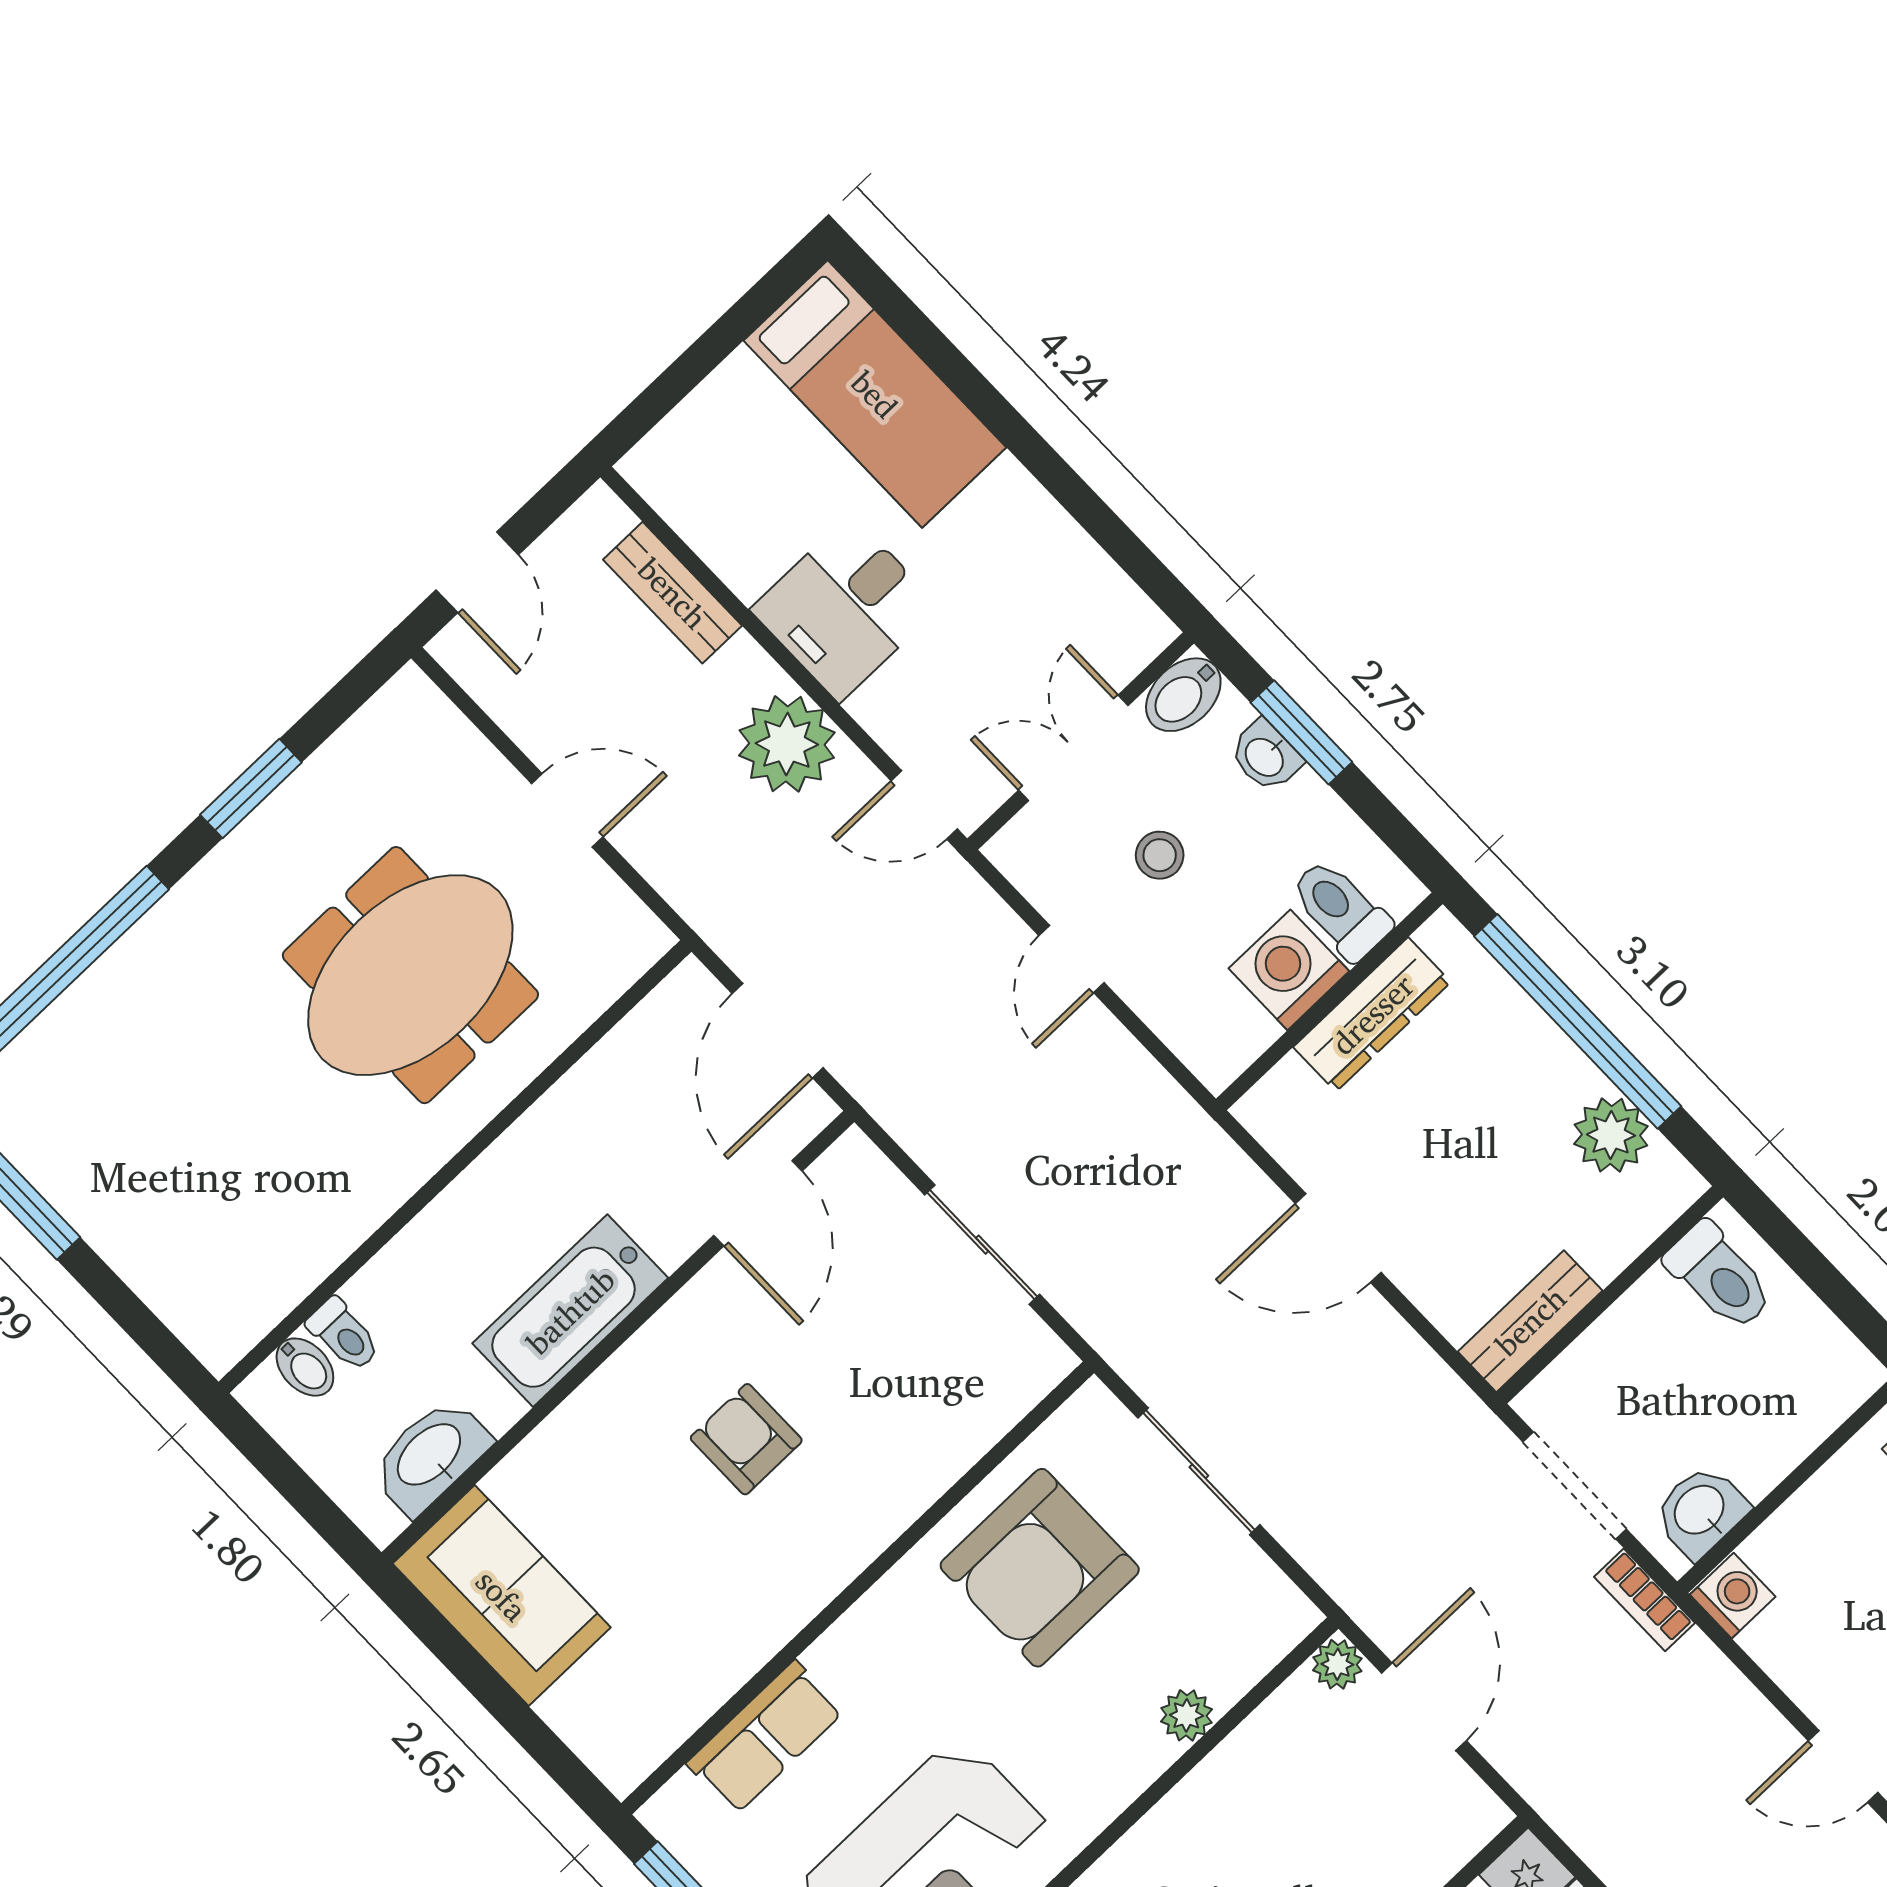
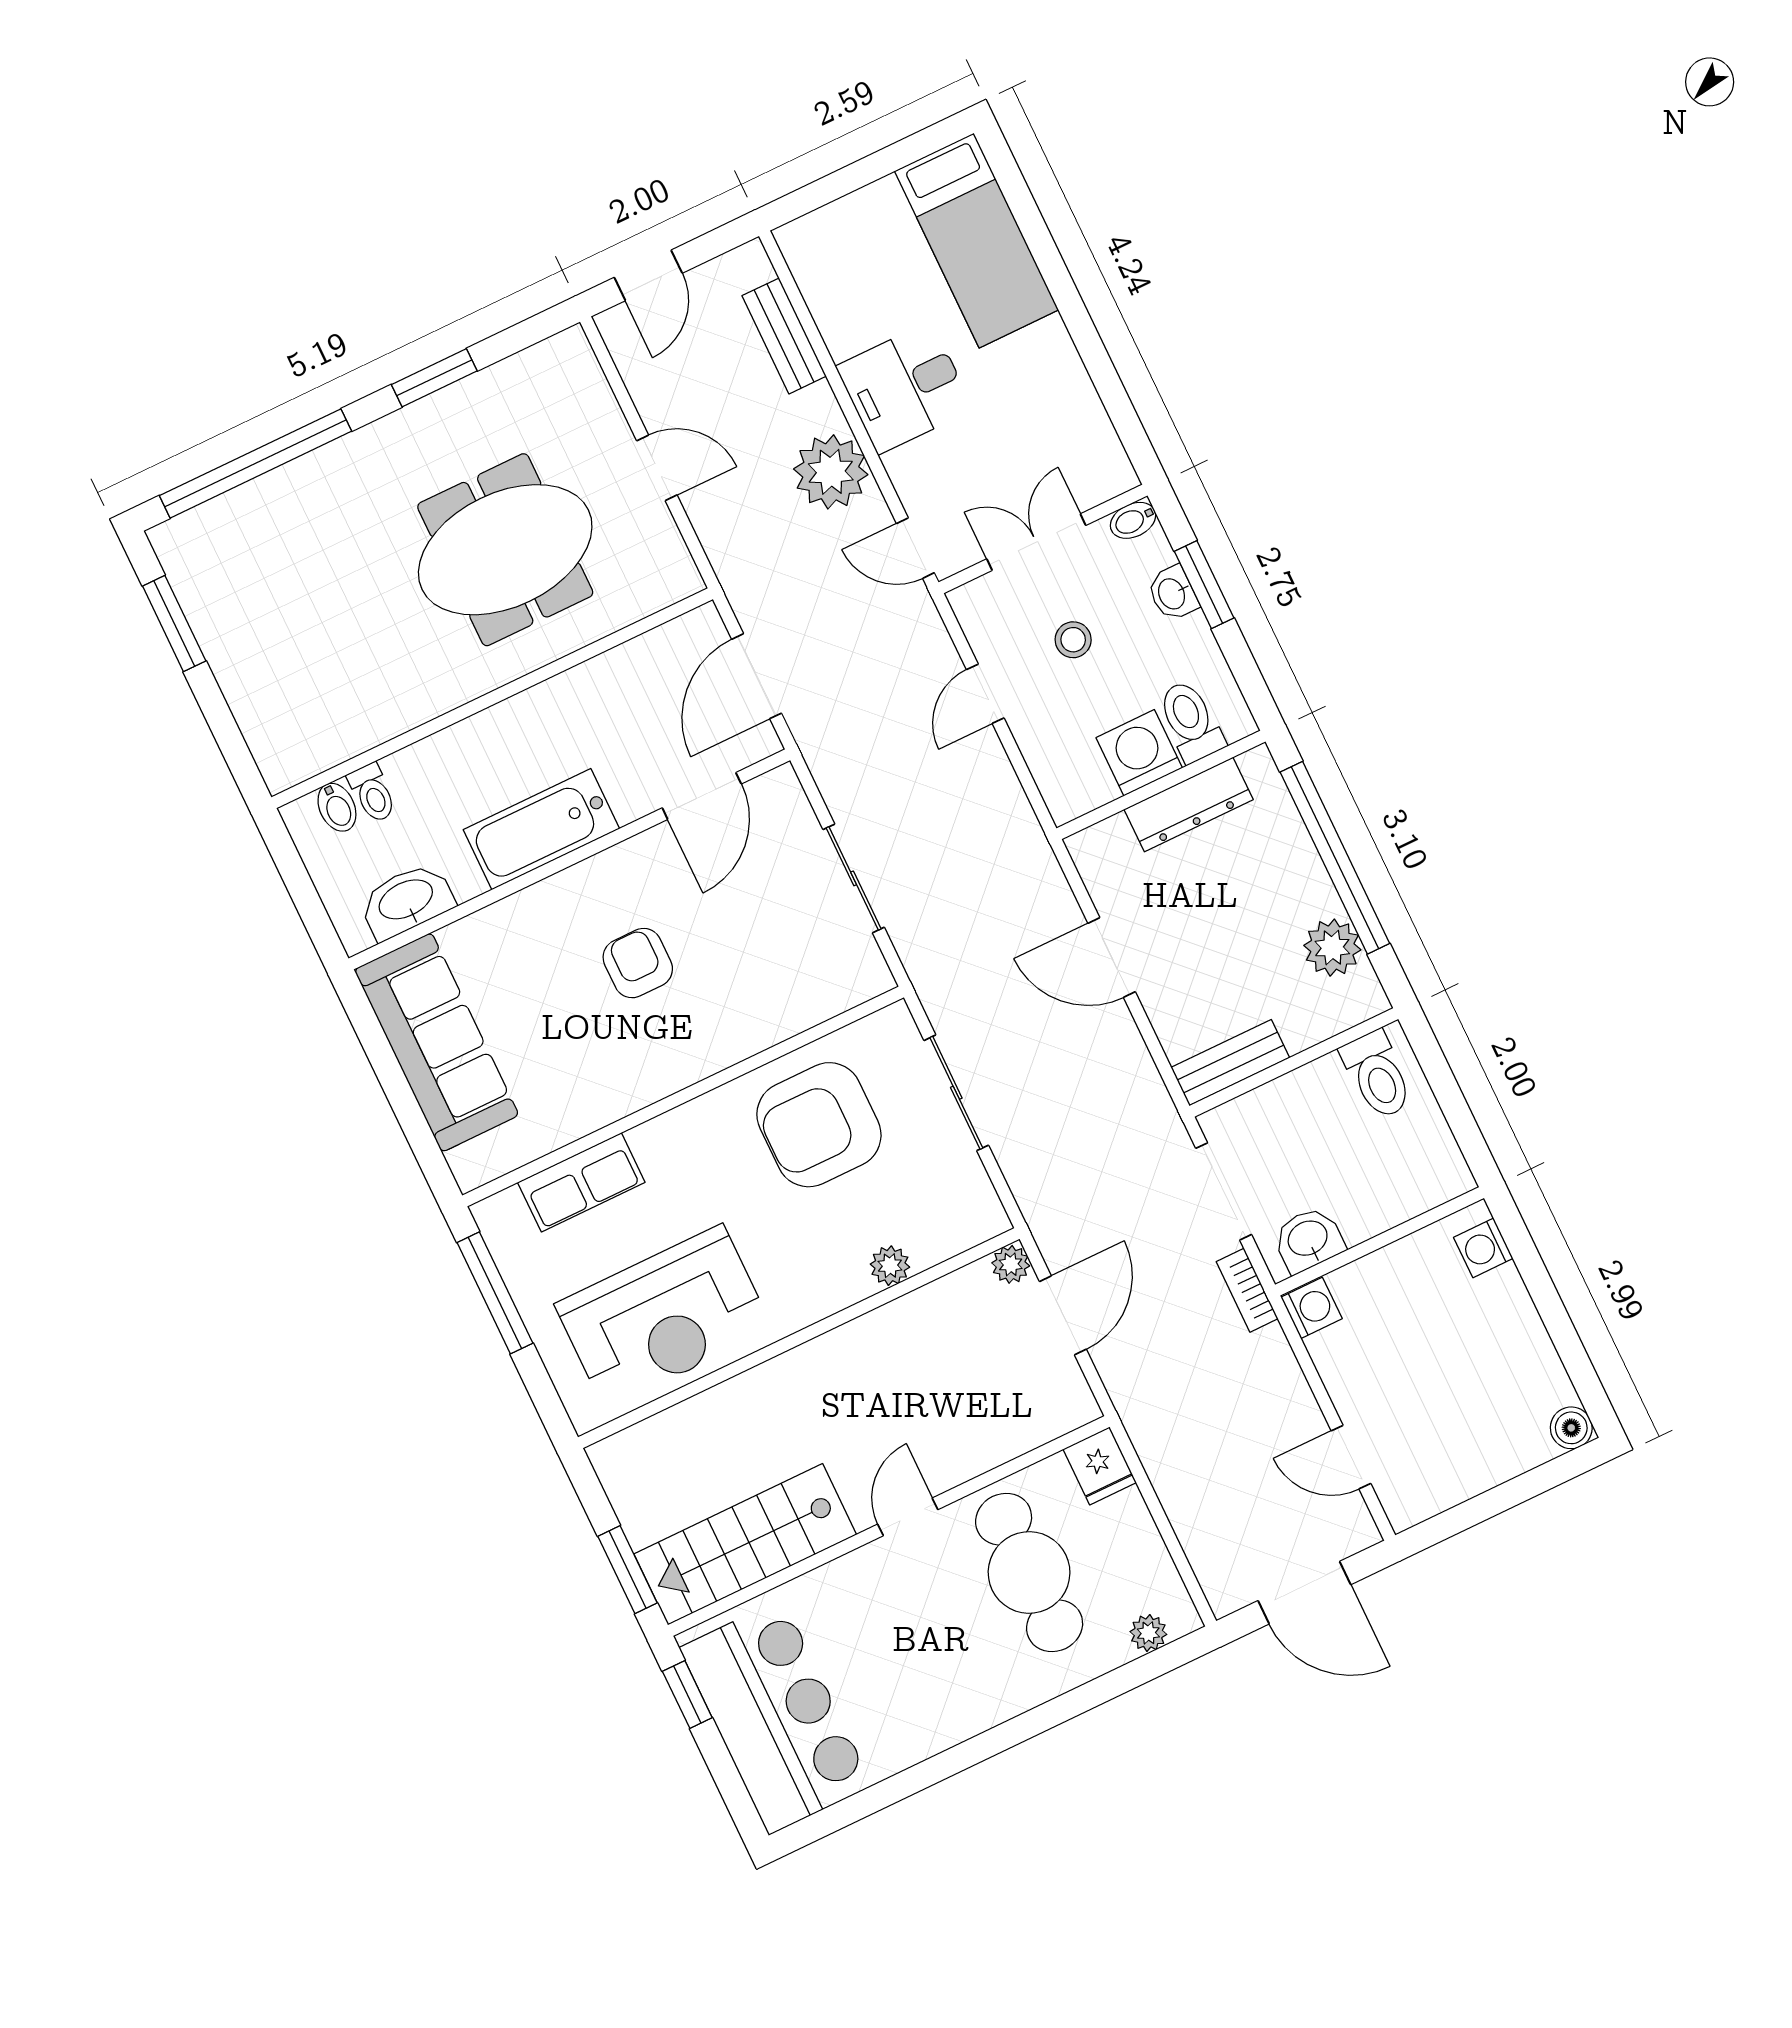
bidet: (1183, 695) -> (1133, 520), width x0.72, depth x0.74
sofa: (502, 1595) -> (437, 1042), width x1.36

